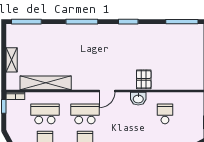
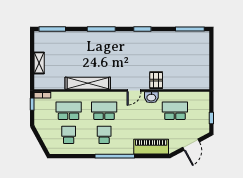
shelving: (46, 83) -> (88, 83), moved
door: (107, 91) -> (134, 90), moved
school desk: (165, 114) -> (175, 111), width x1.85

